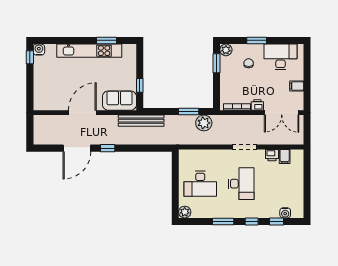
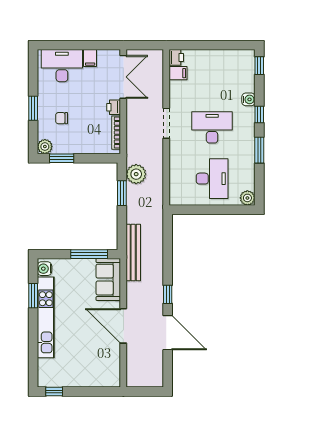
water cooler: (39, 50) -> (44, 269), moved
desk: (281, 57) -> (62, 66), moved, turned 90
window: (140, 85) -> (89, 254), width x2.17
printer: (272, 155) -> (176, 57), moved
water cooler: (285, 213) -> (248, 99), moved
window: (276, 221) -> (259, 66), moved

